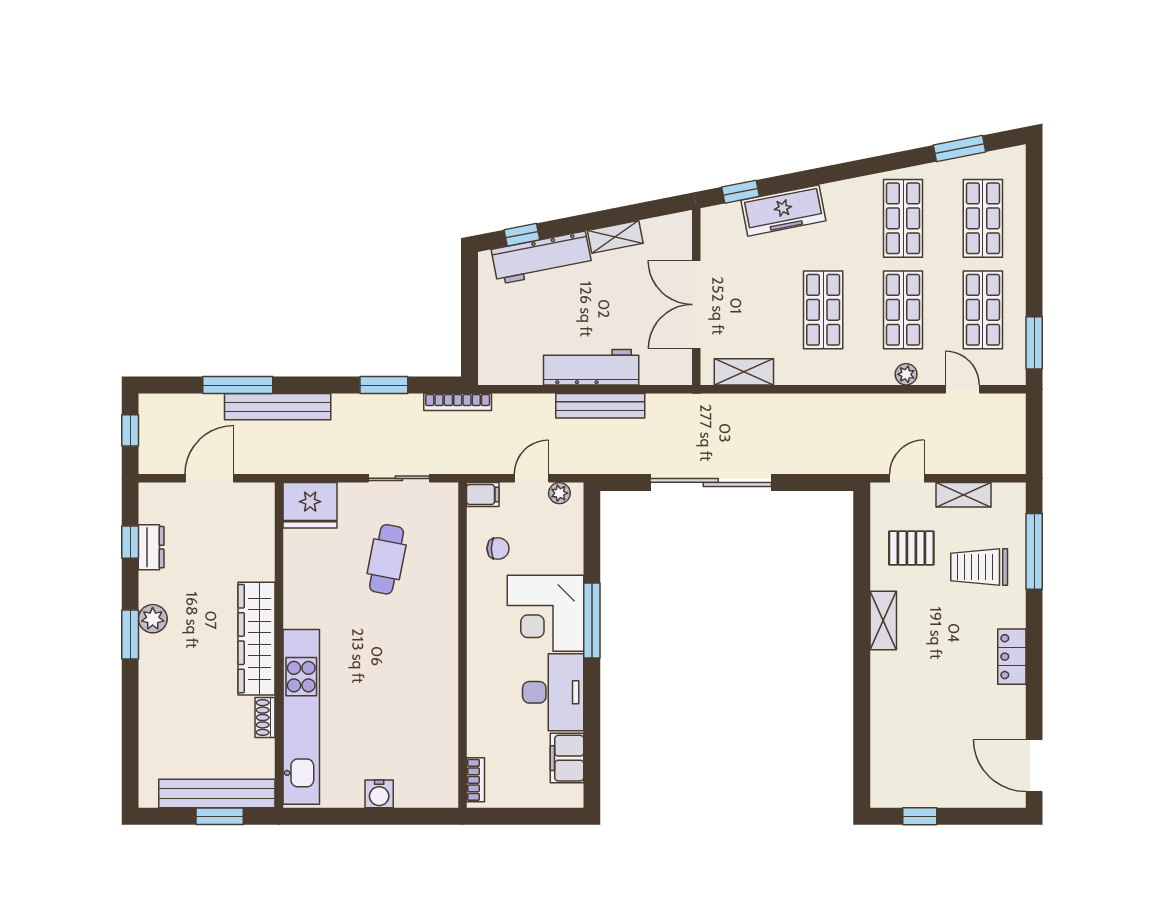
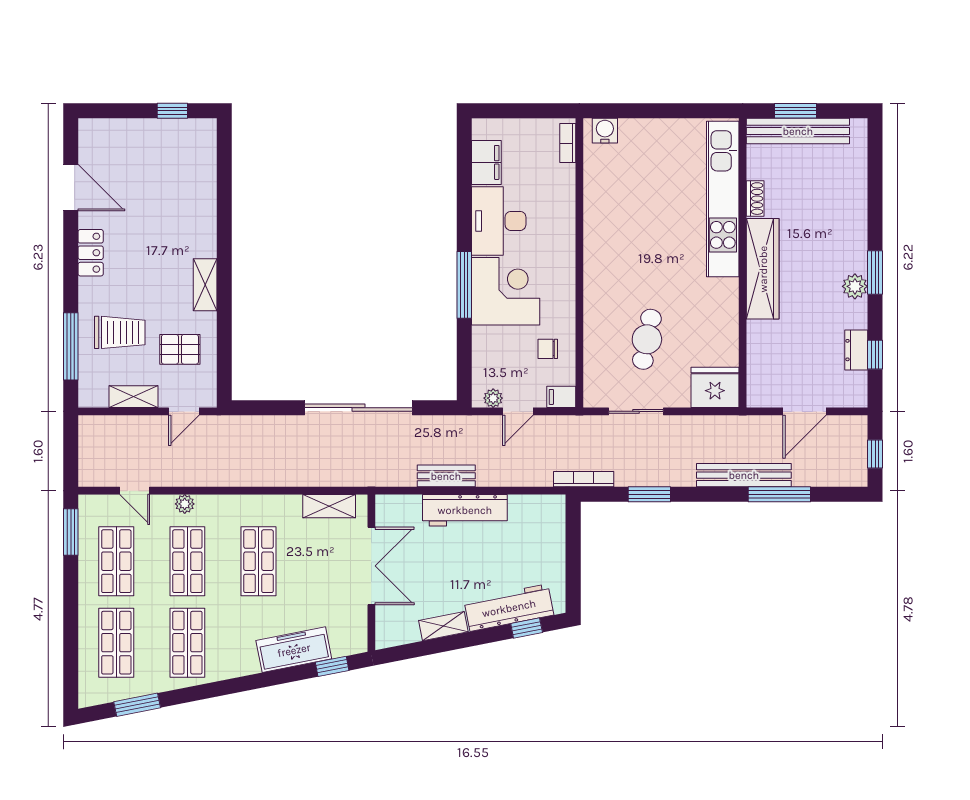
bench: (600, 406) -> (446, 476), width x0.73
door: (1034, 766) -> (71, 188), moved
water cooler: (379, 794) -> (605, 131), moved

